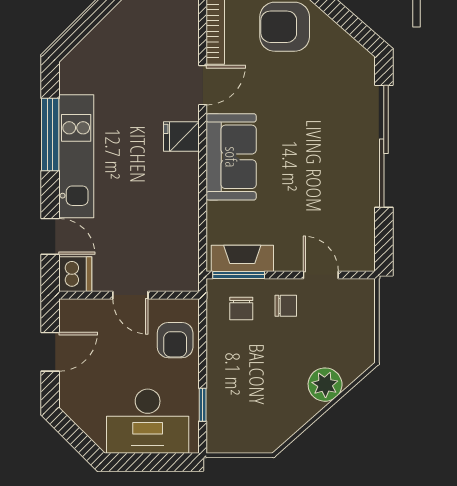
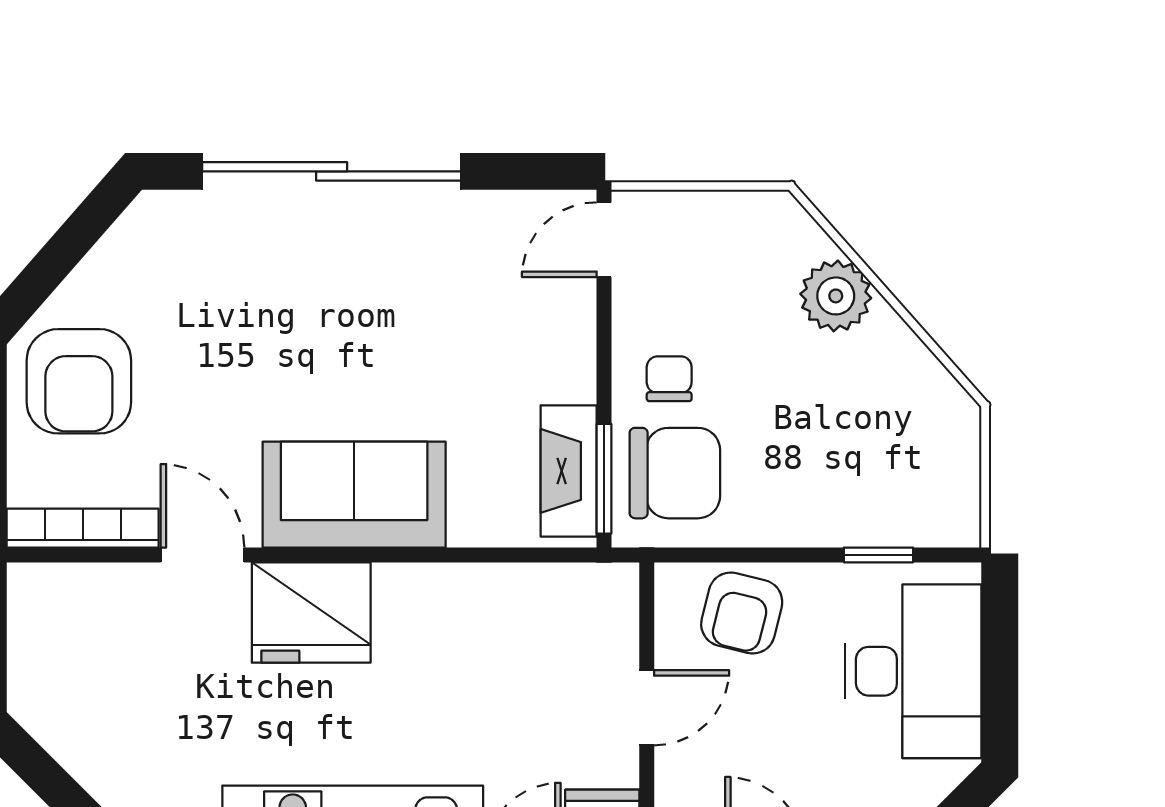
fridge: (181, 137) -> (311, 612), width x1.88, depth x1.34
door: (321, 275) -> (604, 240), moved
chair: (241, 308) -> (675, 473), width x1.87, depth x1.87
armchair: (175, 340) -> (742, 613), turned 104

